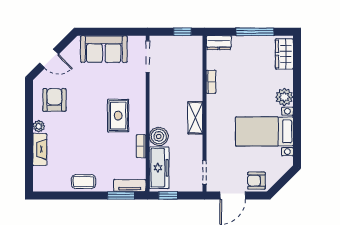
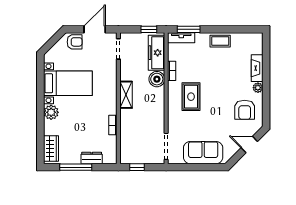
dresser: (219, 43) -> (92, 158), moved

